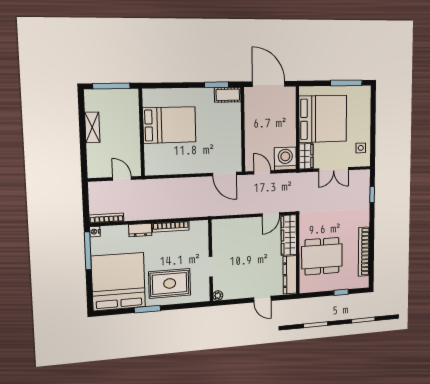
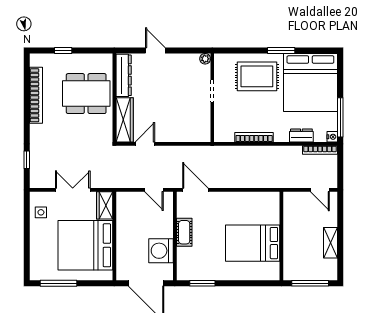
cot: (228, 95) -> (184, 232), moved, turned 90
washing machine: (285, 159) -> (161, 251), moved, turned 90
door: (122, 179) -> (320, 190), moved
dresser: (140, 230) -> (301, 136), moved

